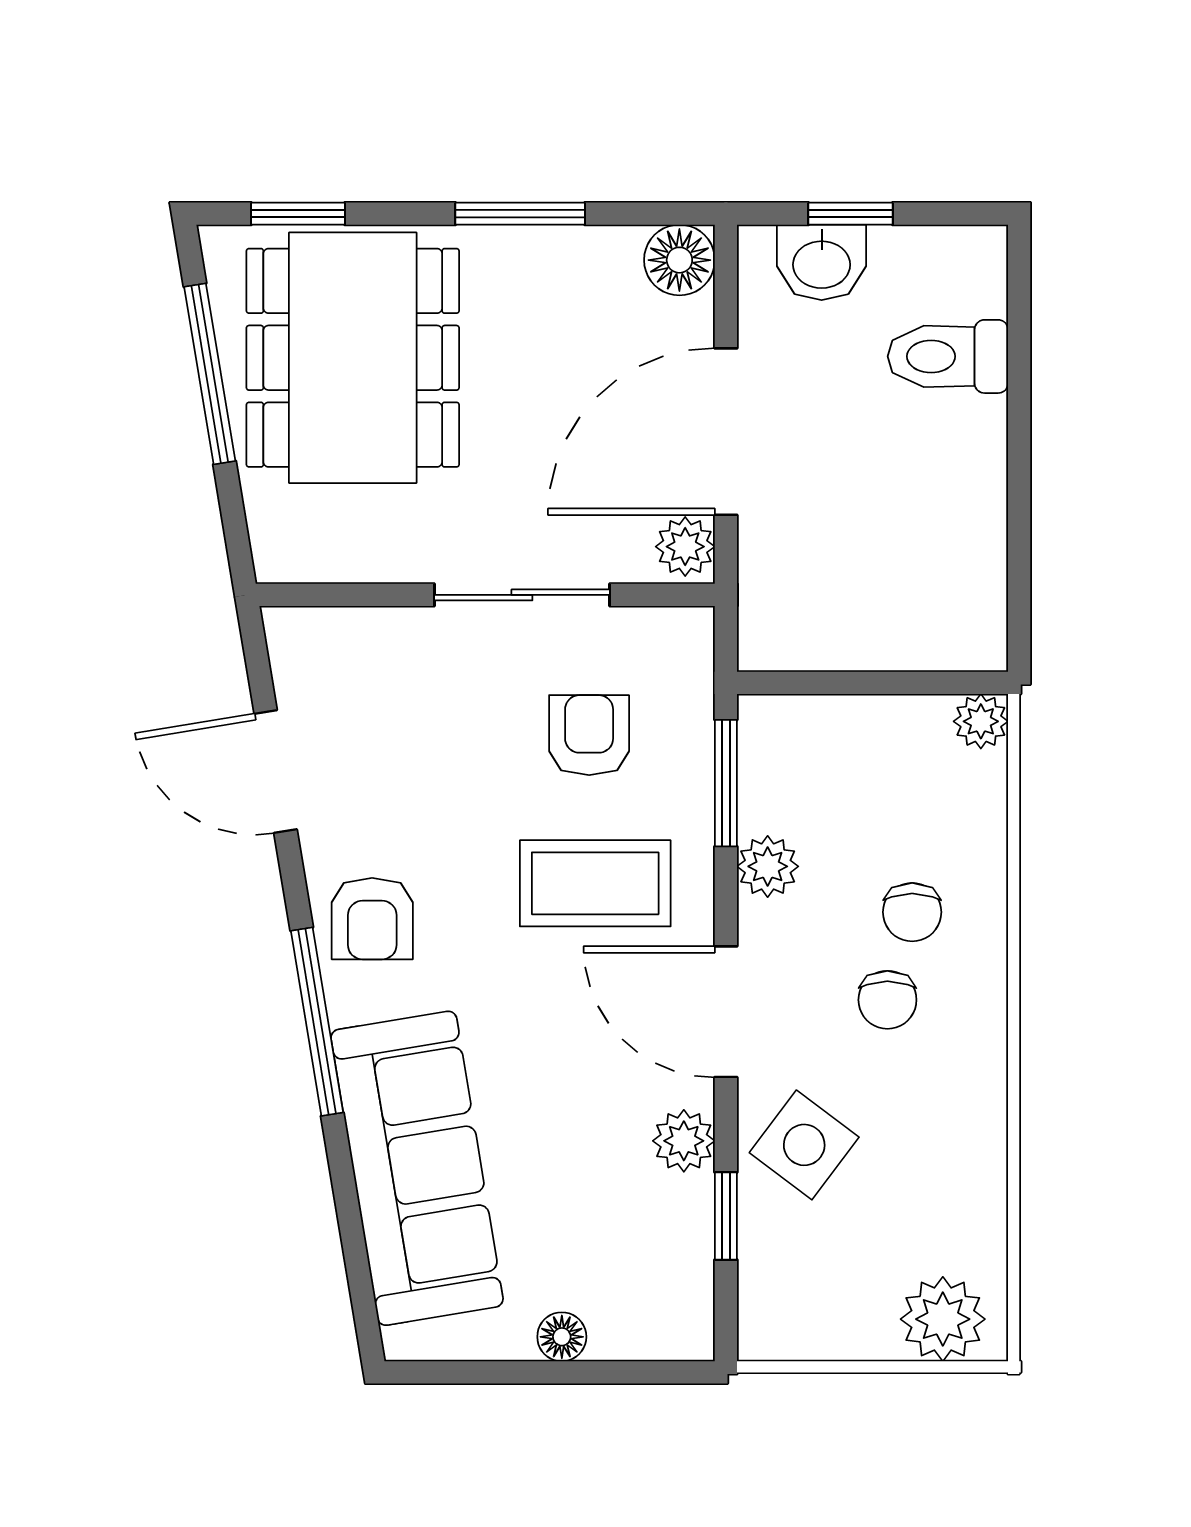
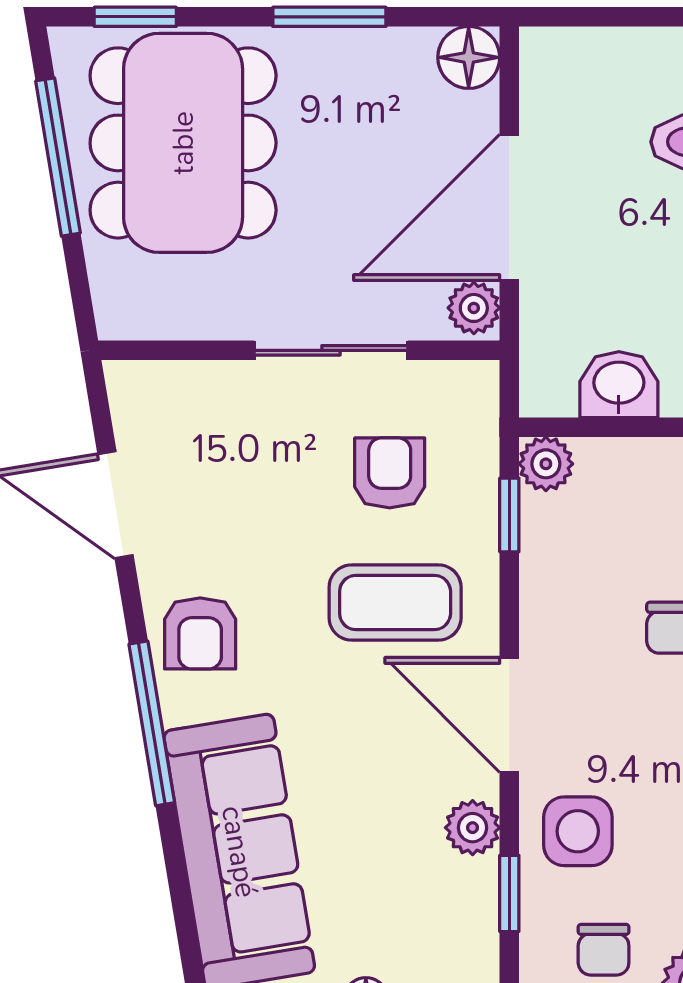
window: (850, 214) -> (618, 17), removed
washbasin: (822, 262) -> (619, 385), moved, turned 180
window: (726, 783) -> (509, 515), width x0.67
plant: (768, 866) -> (546, 464), moved
chair: (887, 1000) -> (604, 950), moved
side table: (804, 1145) -> (578, 831), turned -37

